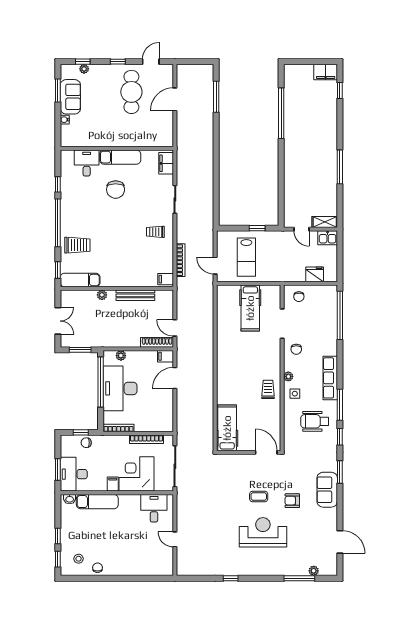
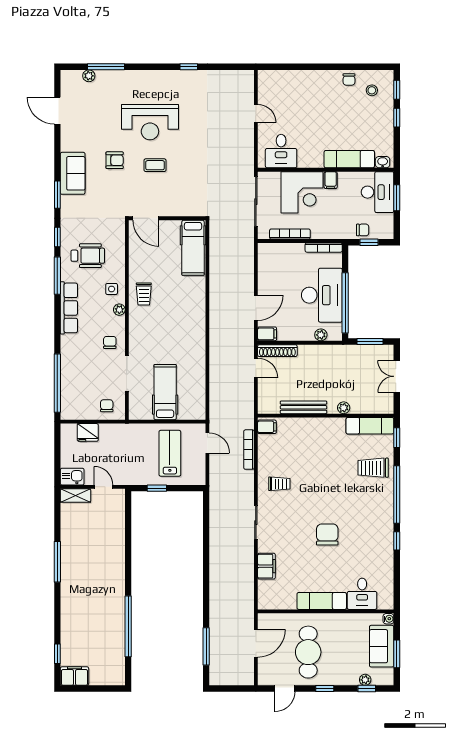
wall: (117, 148) -> (326, 611), moved
exam couch: (120, 157) -> (322, 601), moved
desk: (87, 163) -> (362, 594), moved

